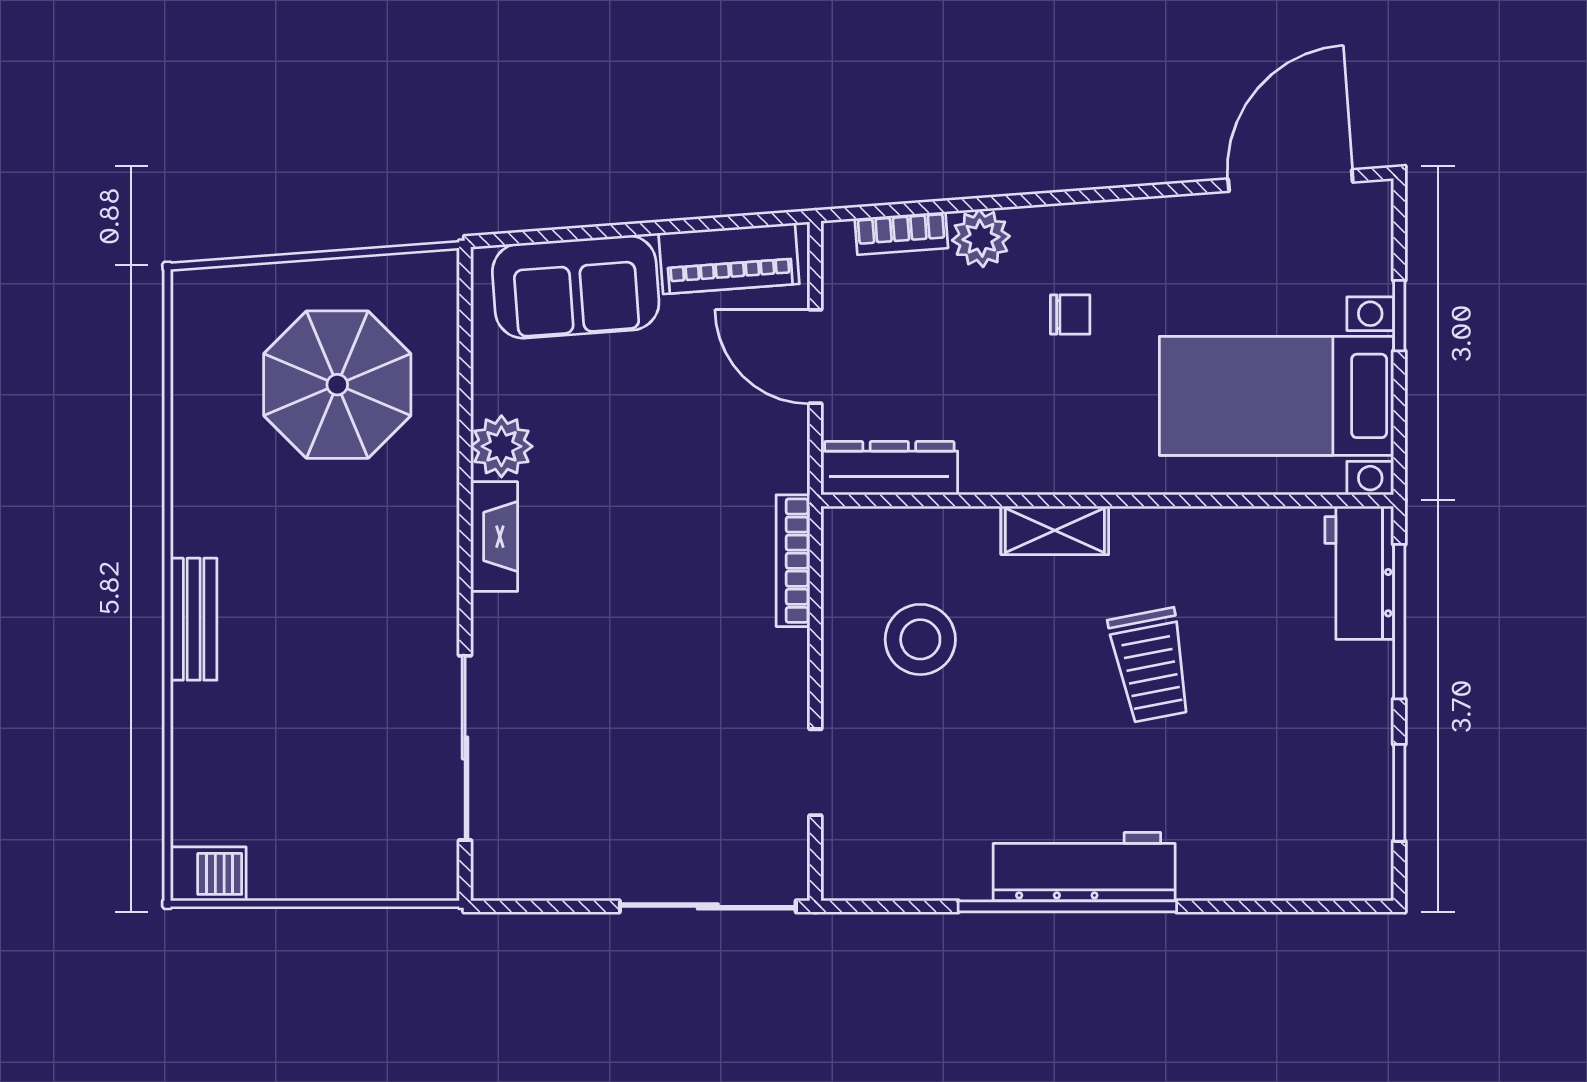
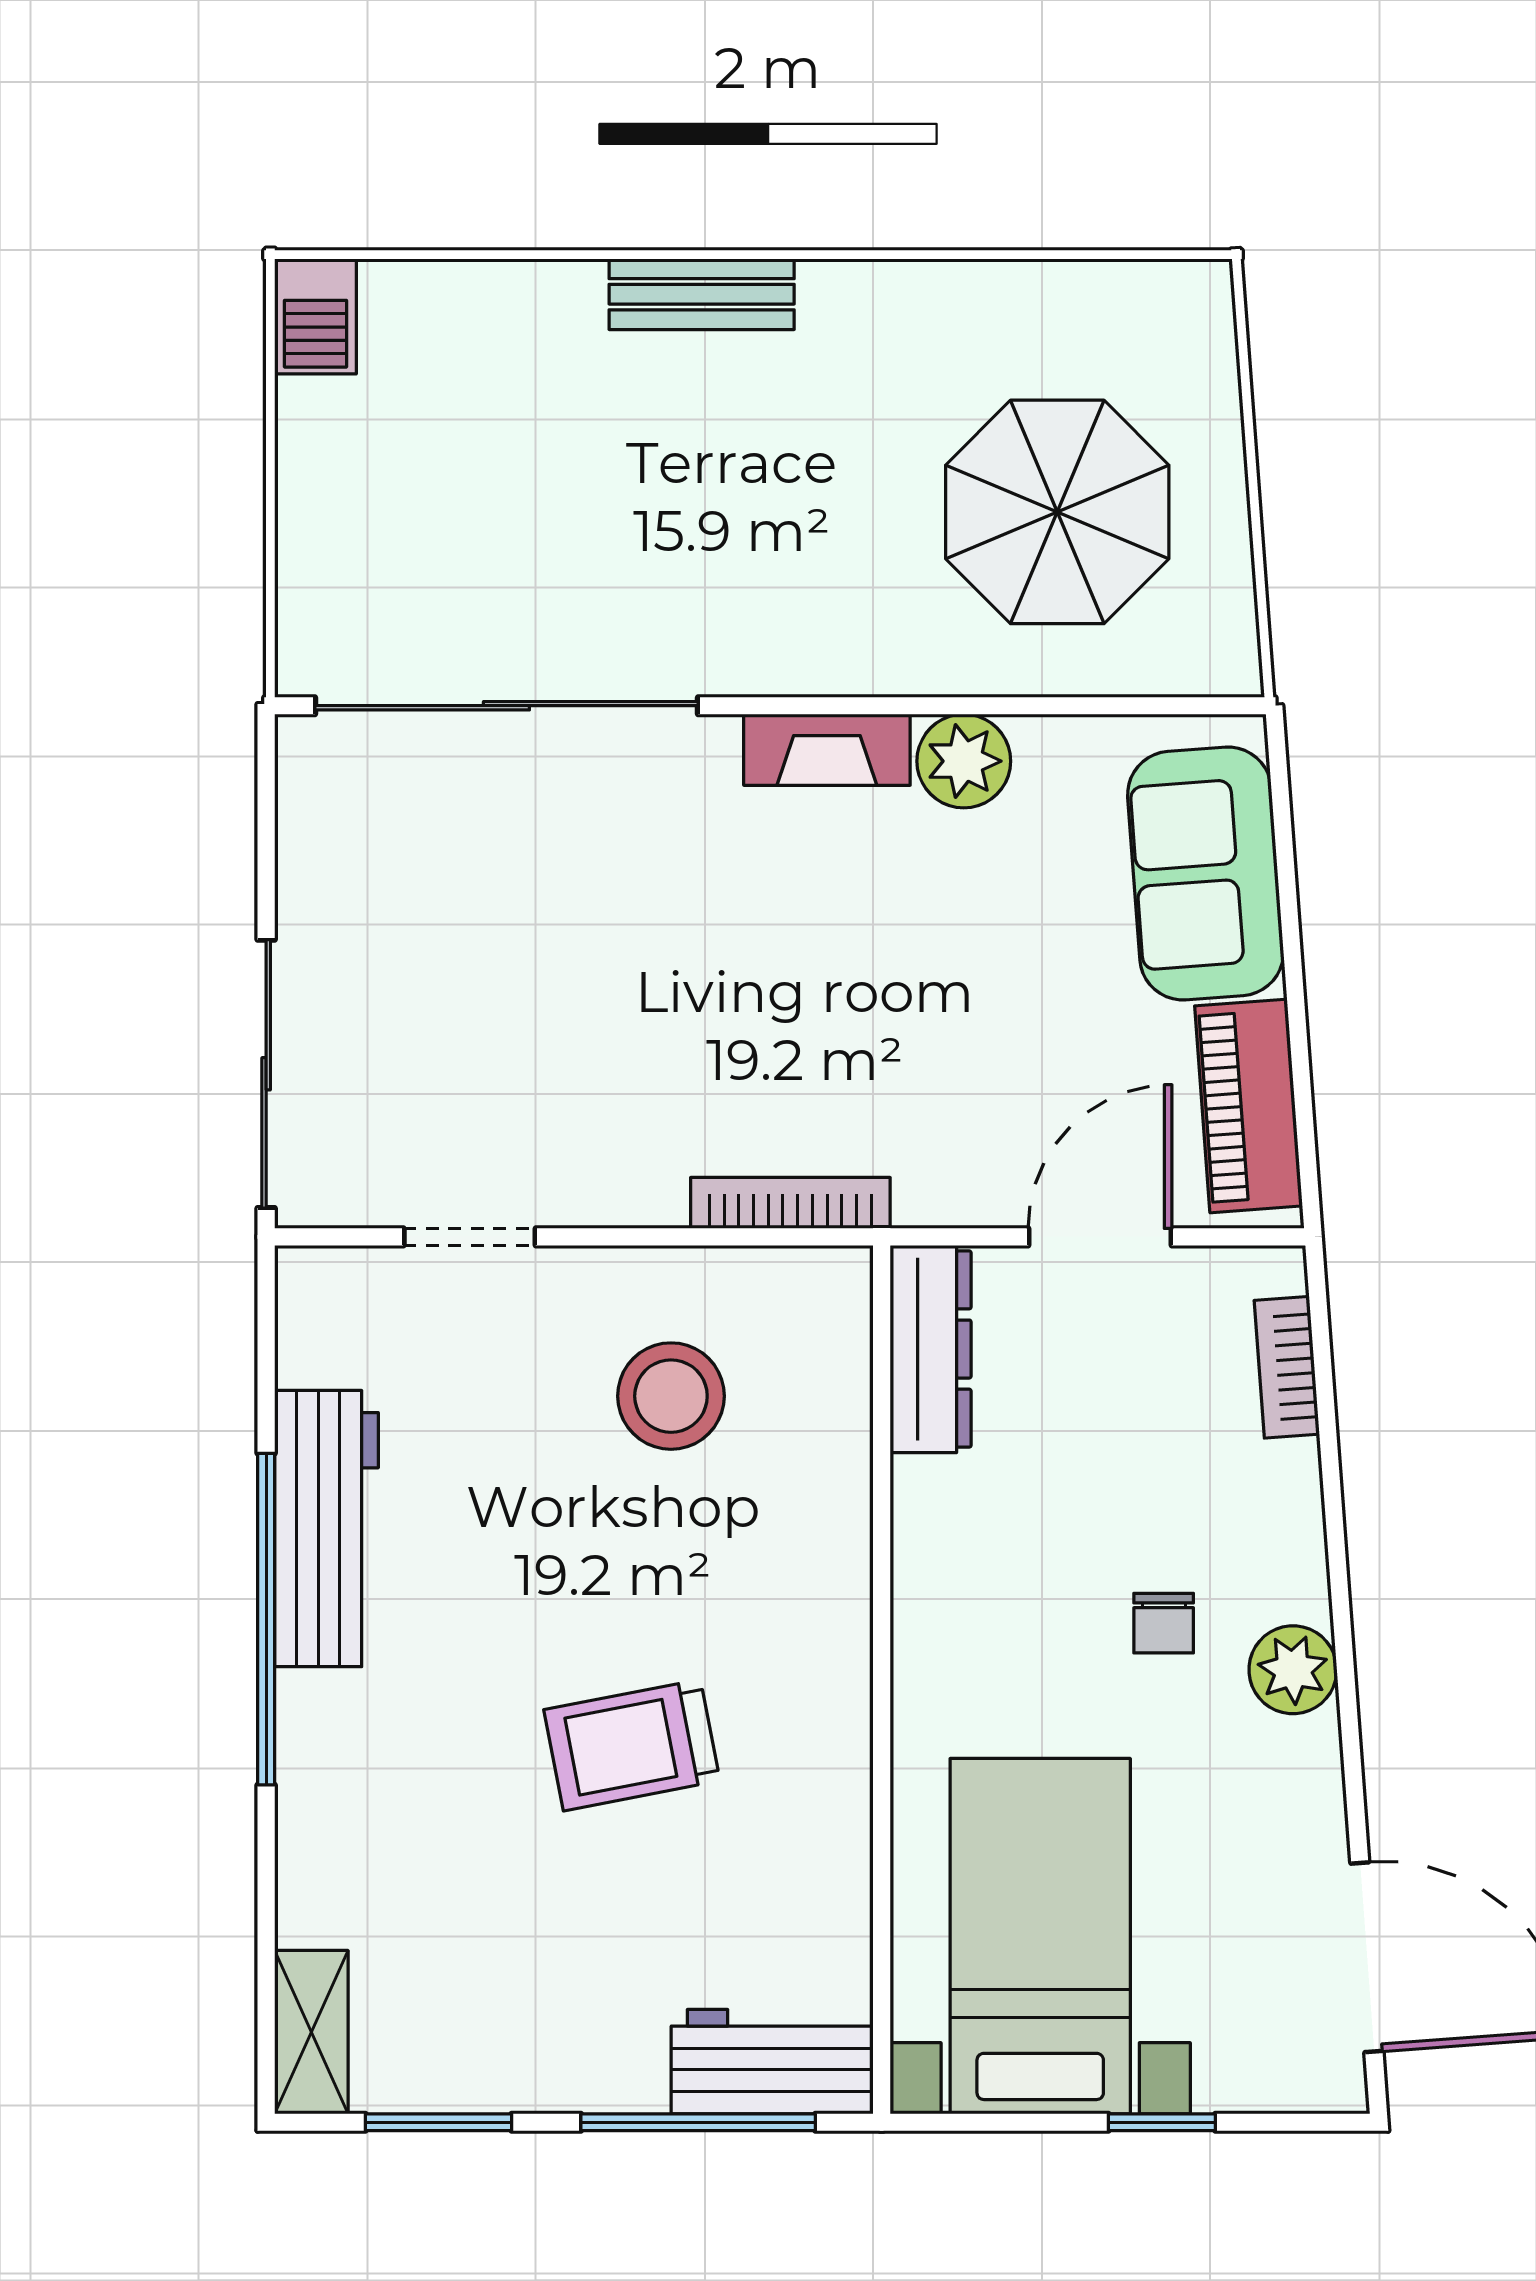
plant: (981, 238) -> (1293, 1670), moved
shelving: (1055, 530) -> (311, 2032), moved
sliding door: (465, 748) -> (506, 706), width x1.36
workbench: (1084, 867) -> (326, 1529), moved

